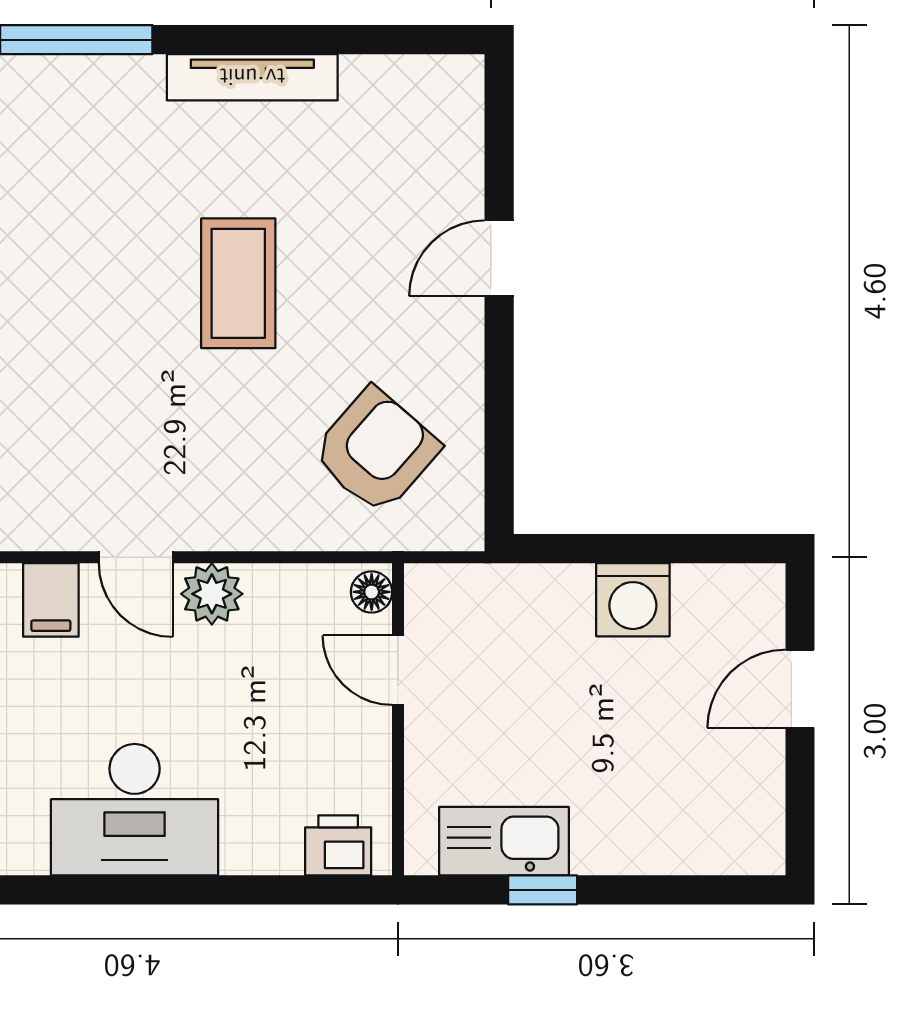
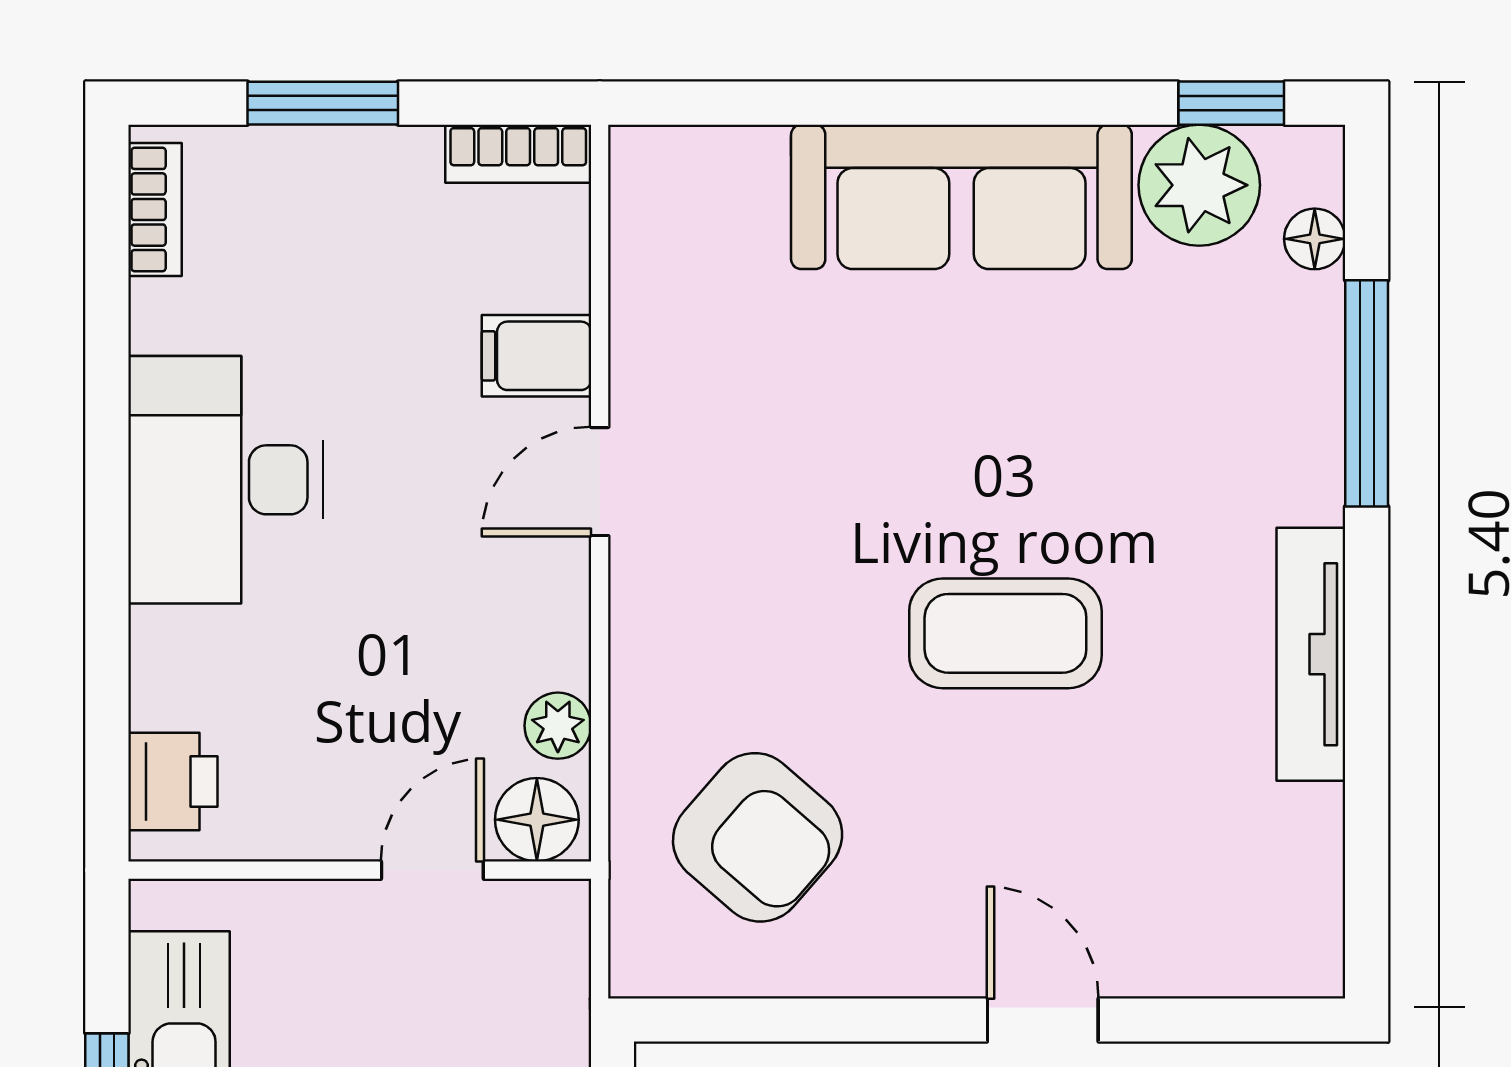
floor lamp: (372, 592) -> (537, 820), width x1.37, depth x1.37
plant: (212, 594) -> (558, 726), moved, width x0.73, depth x0.73

